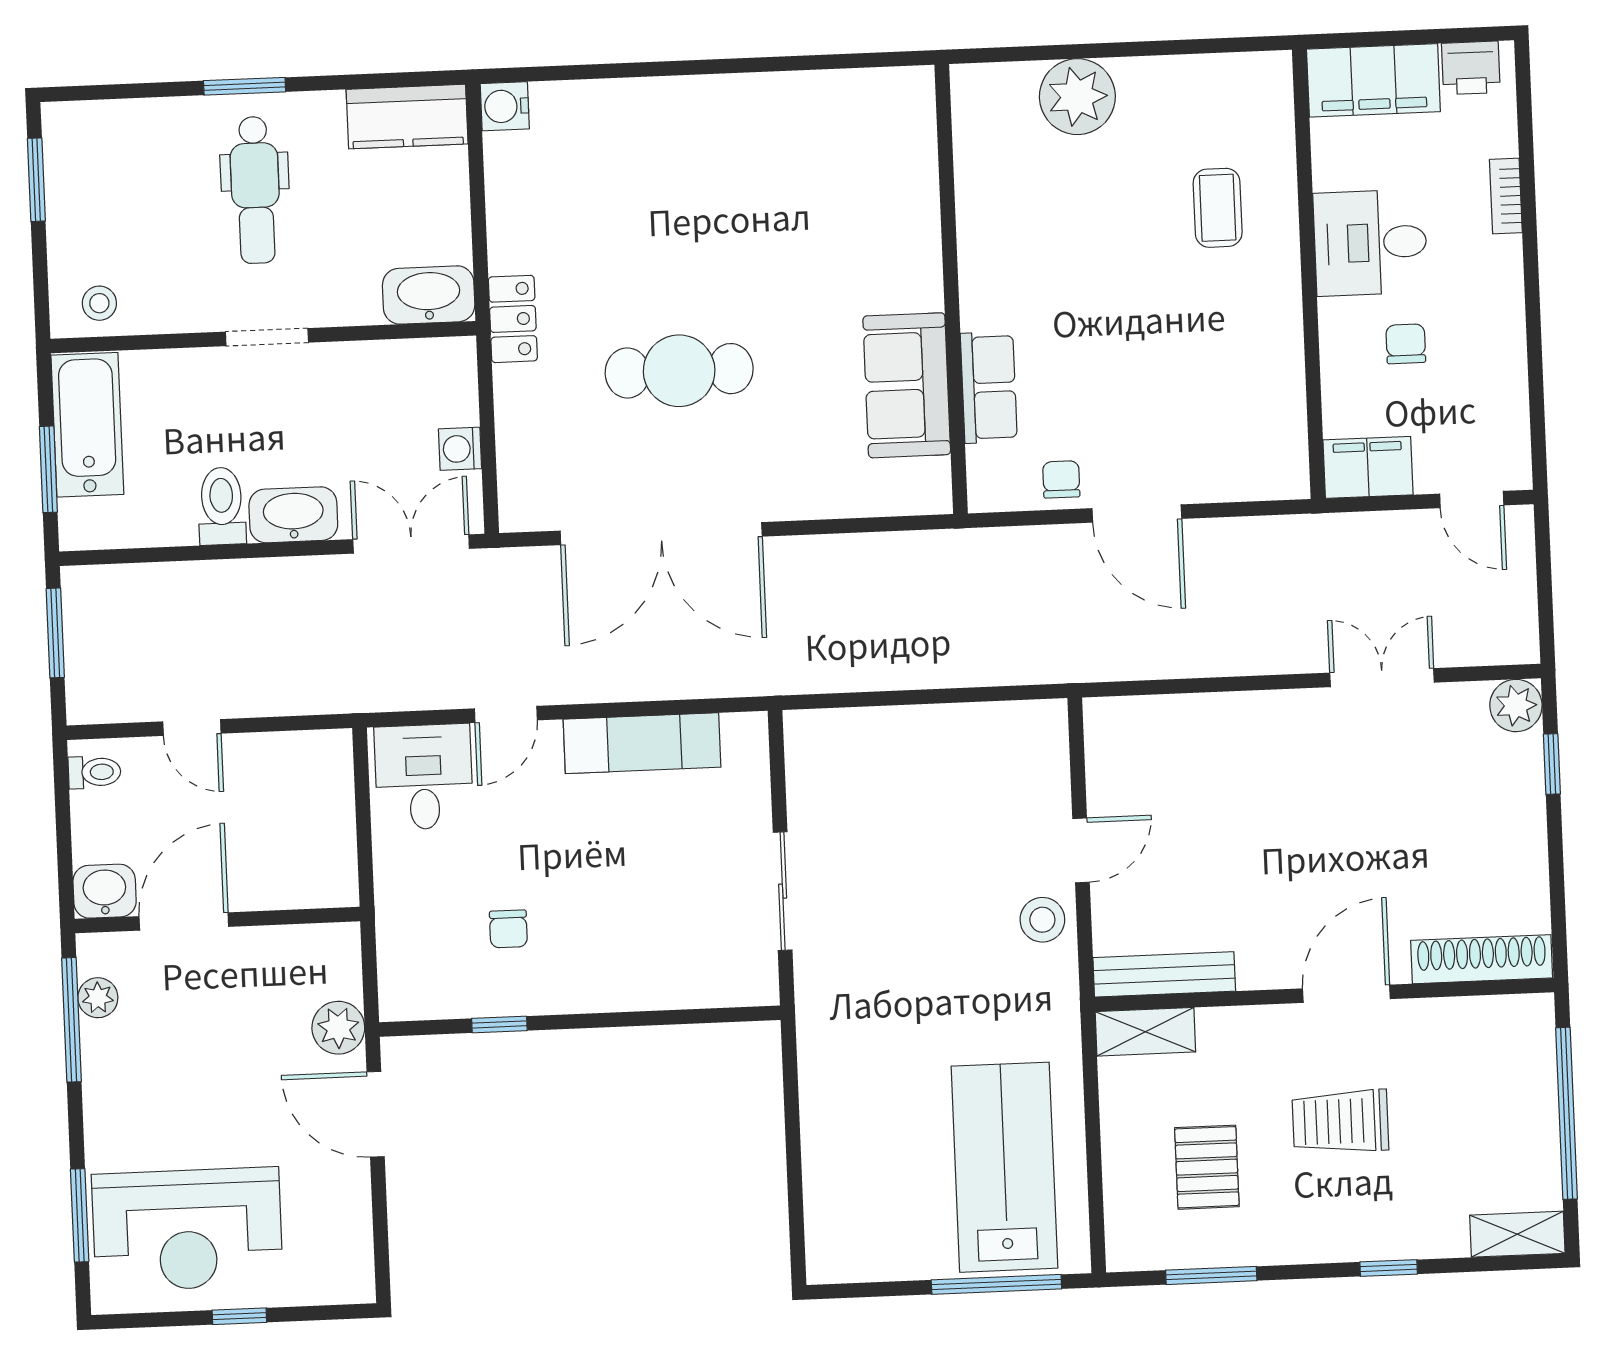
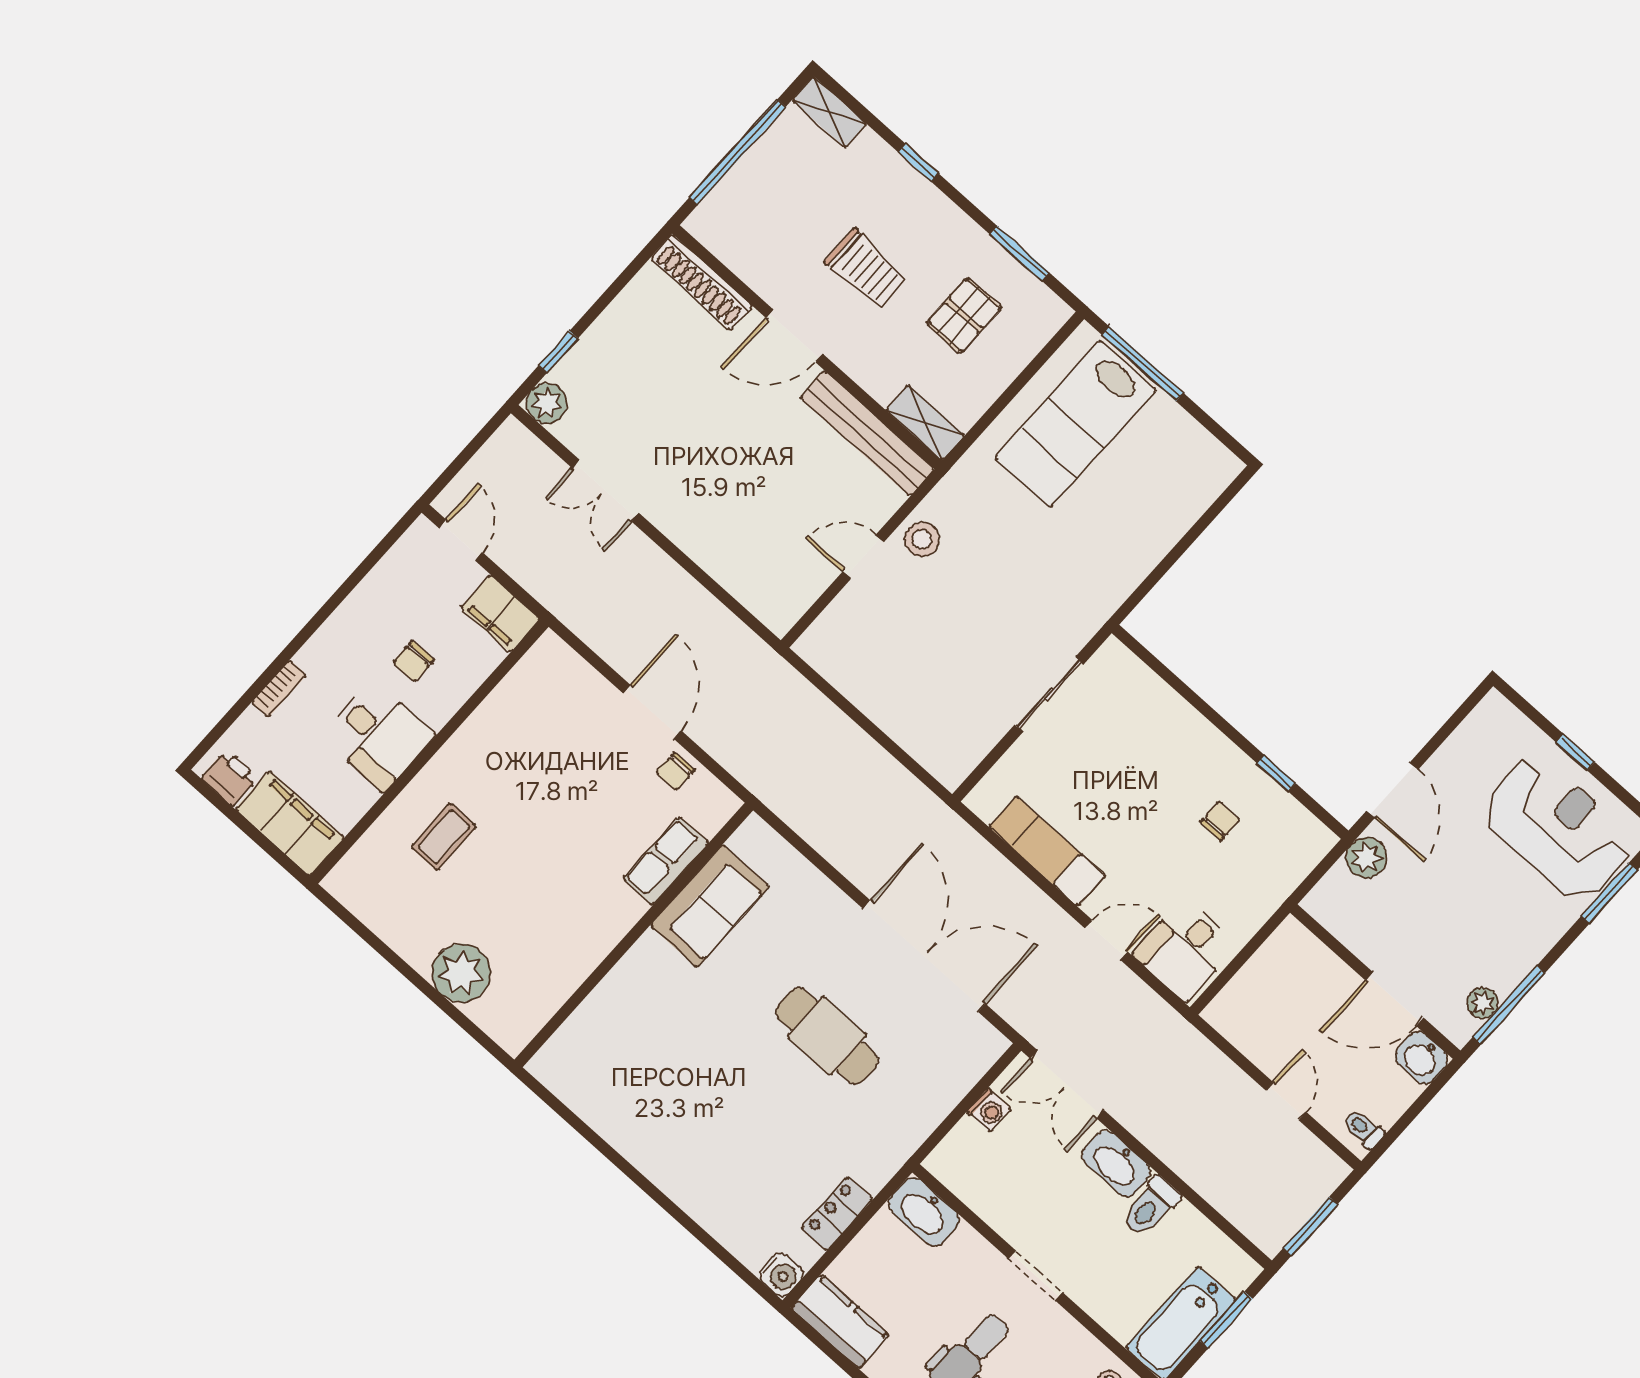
locker: (513, 319) -> (837, 1213), moved
bench: (1164, 974) -> (867, 433), width x1.37, depth x1.21

